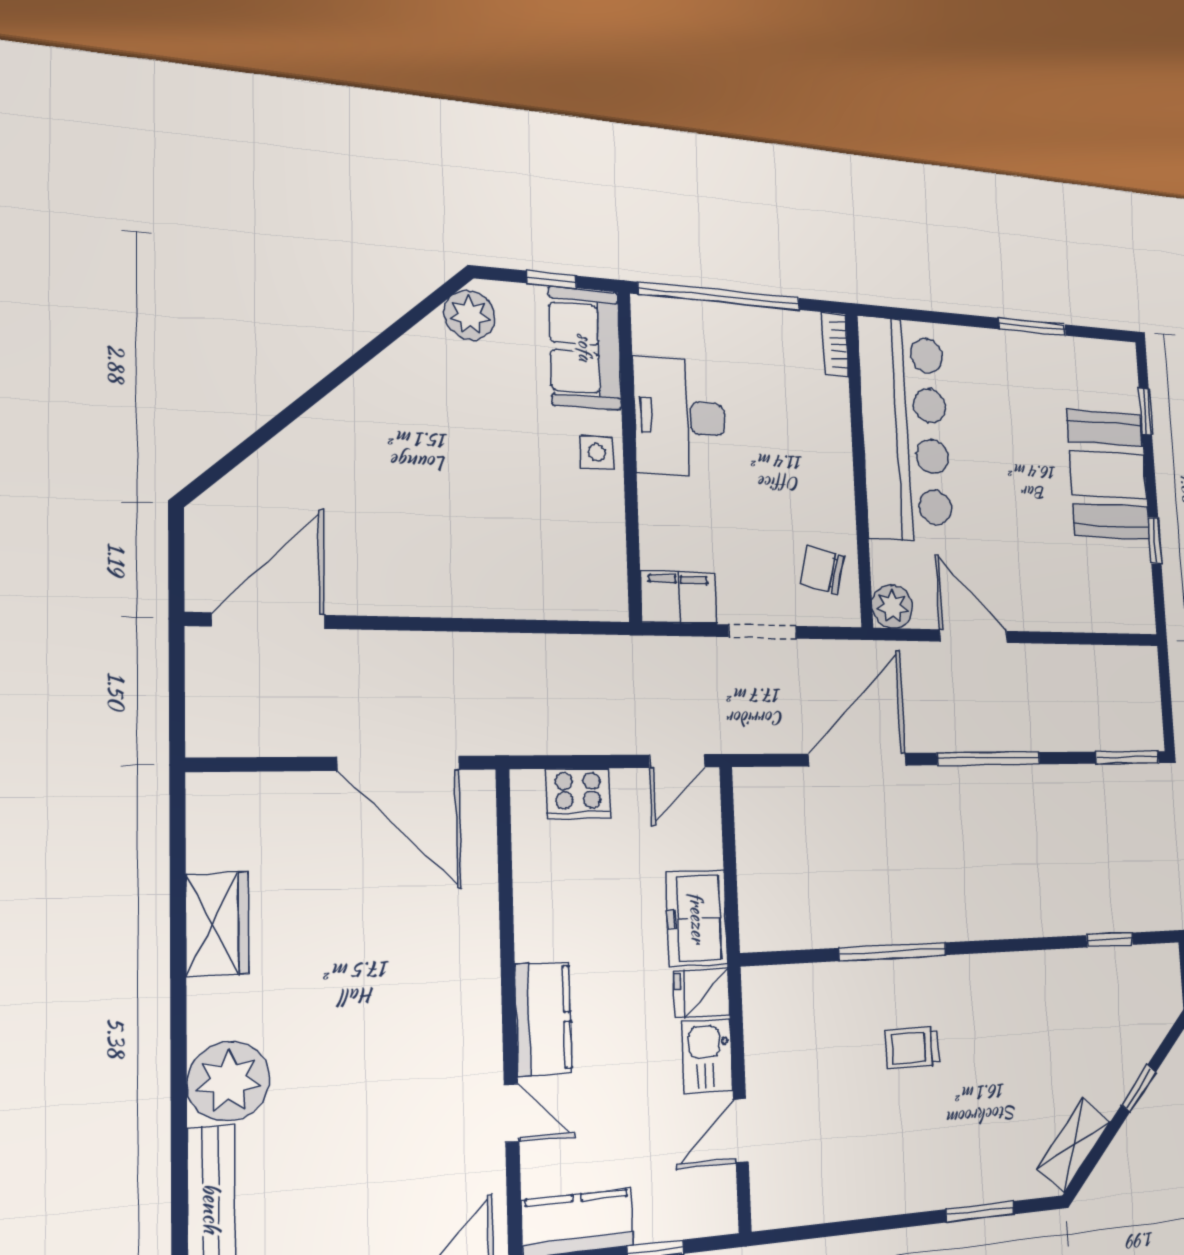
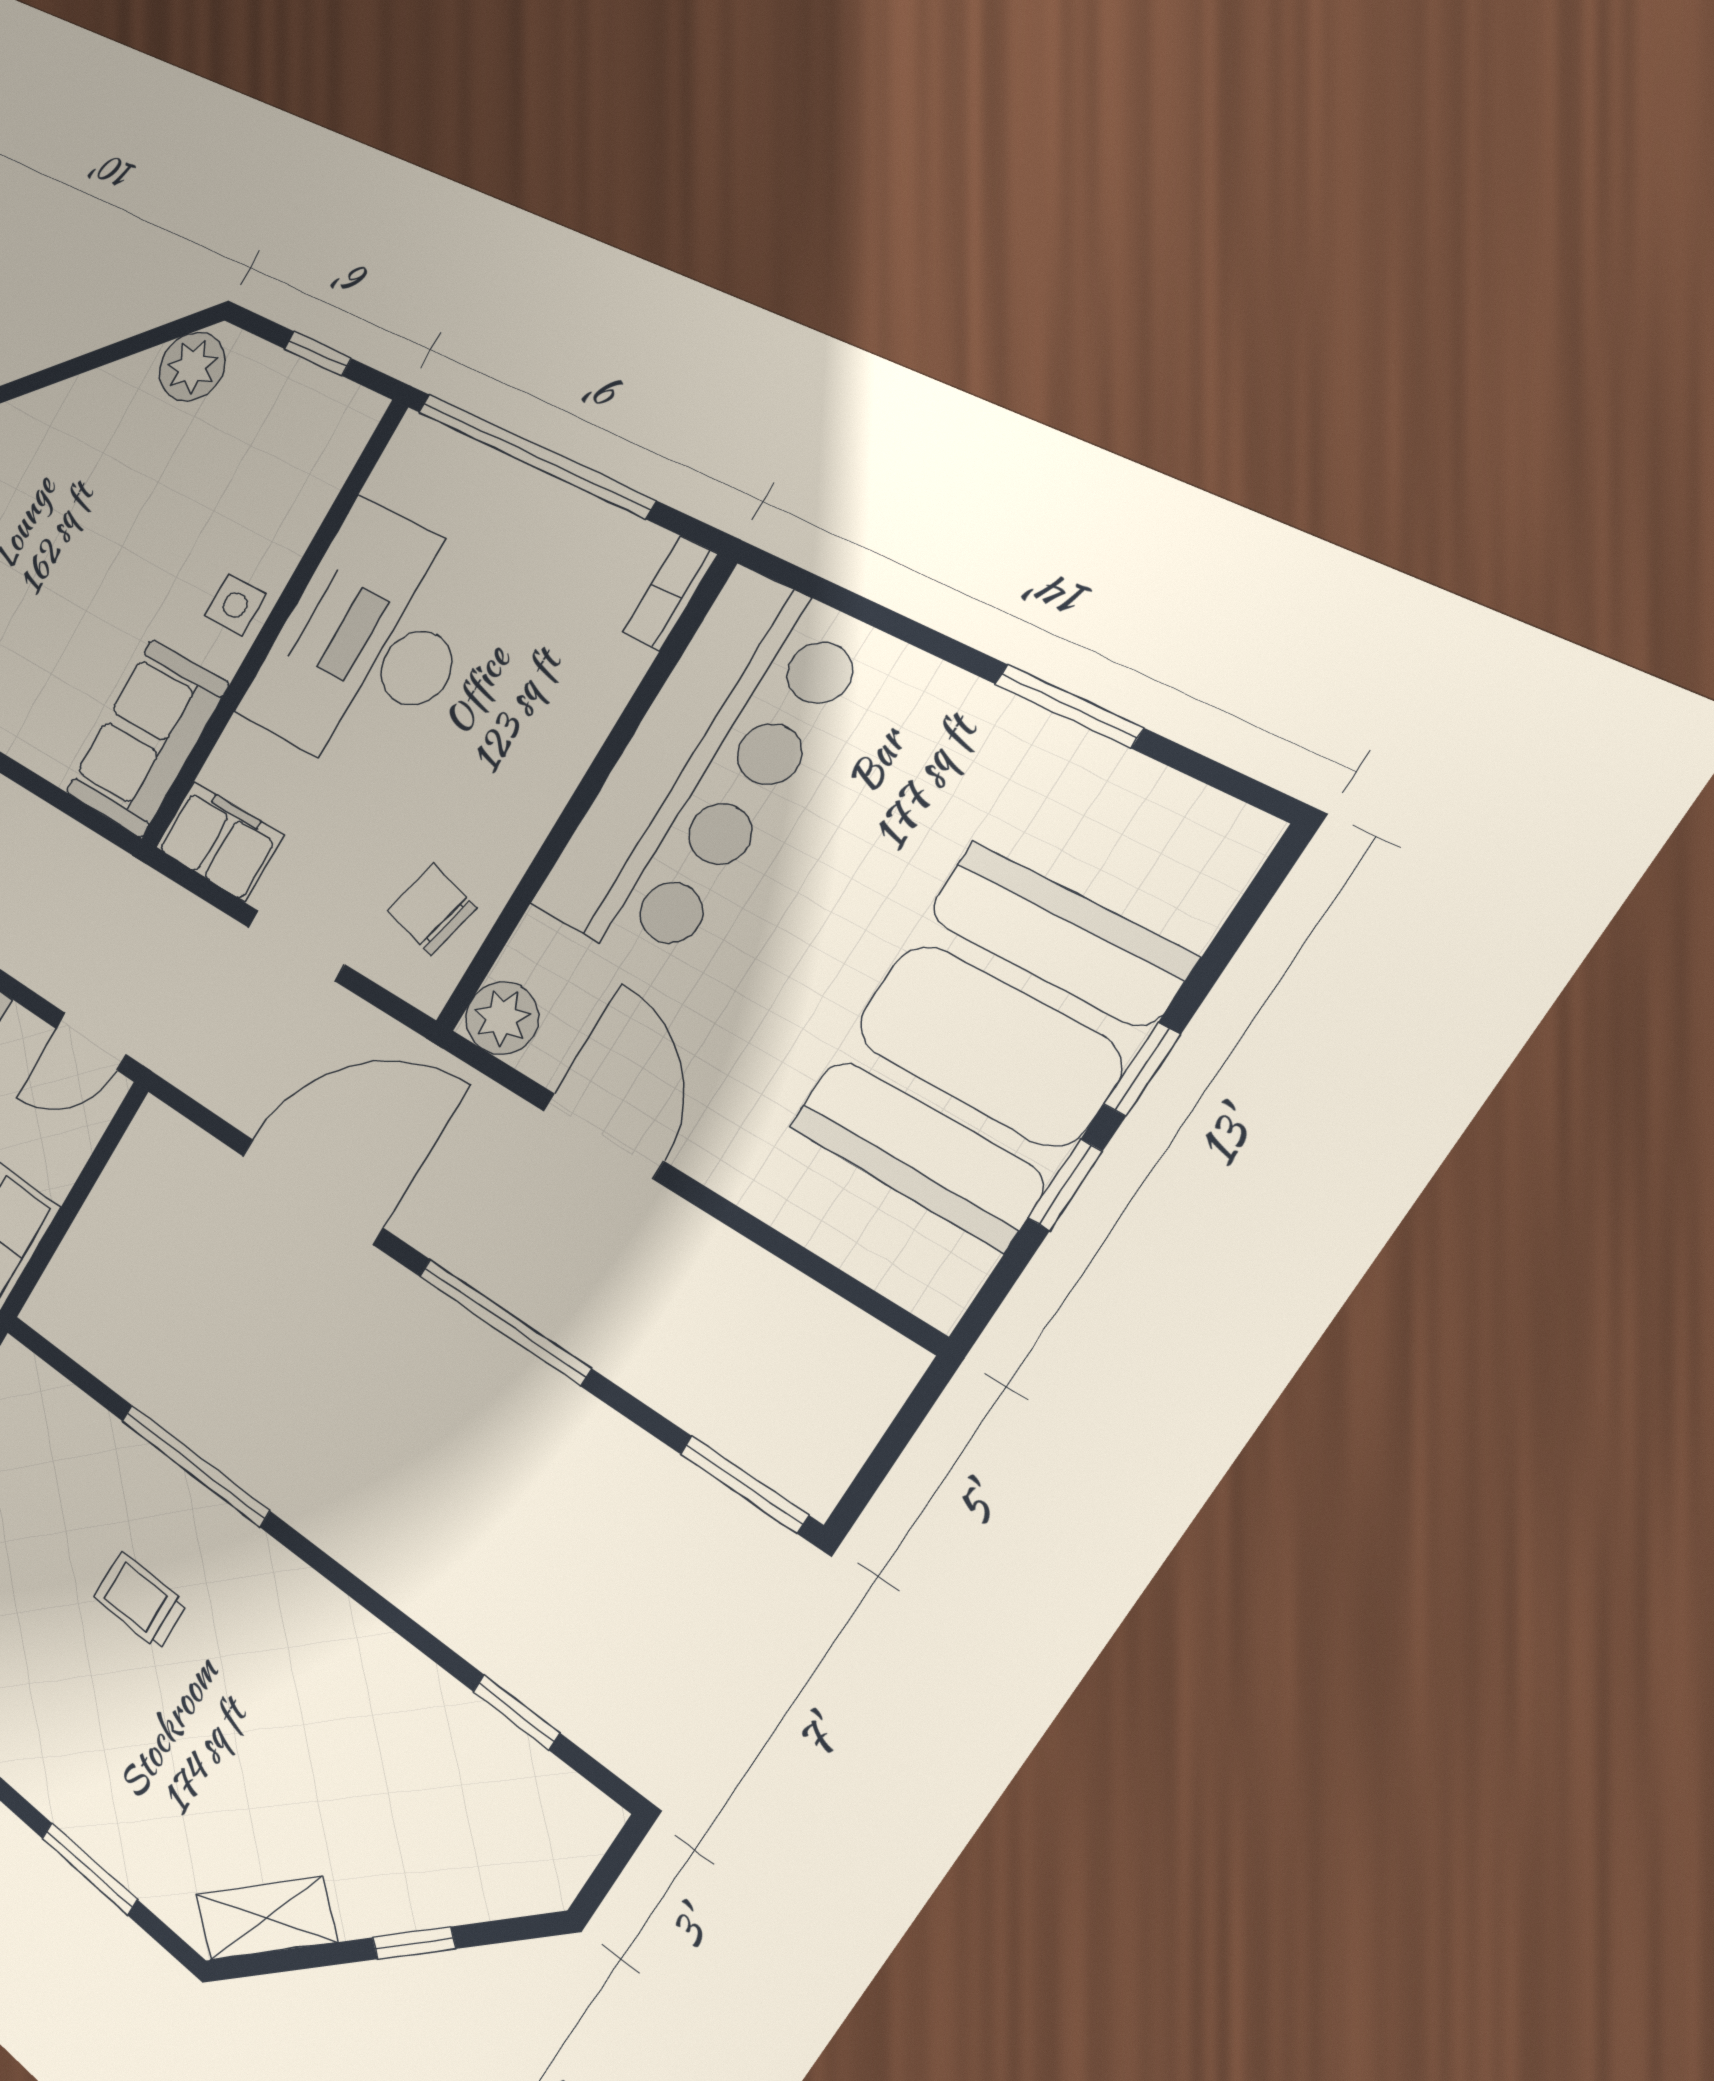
sofa: (585, 348) -> (147, 738), moved
window: (1145, 412) -> (1142, 1069), moved
desk: (680, 417) -> (369, 643), width x1.36, depth x1.30
booth: (1108, 475) -> (988, 1045), width x1.36, depth x1.42

